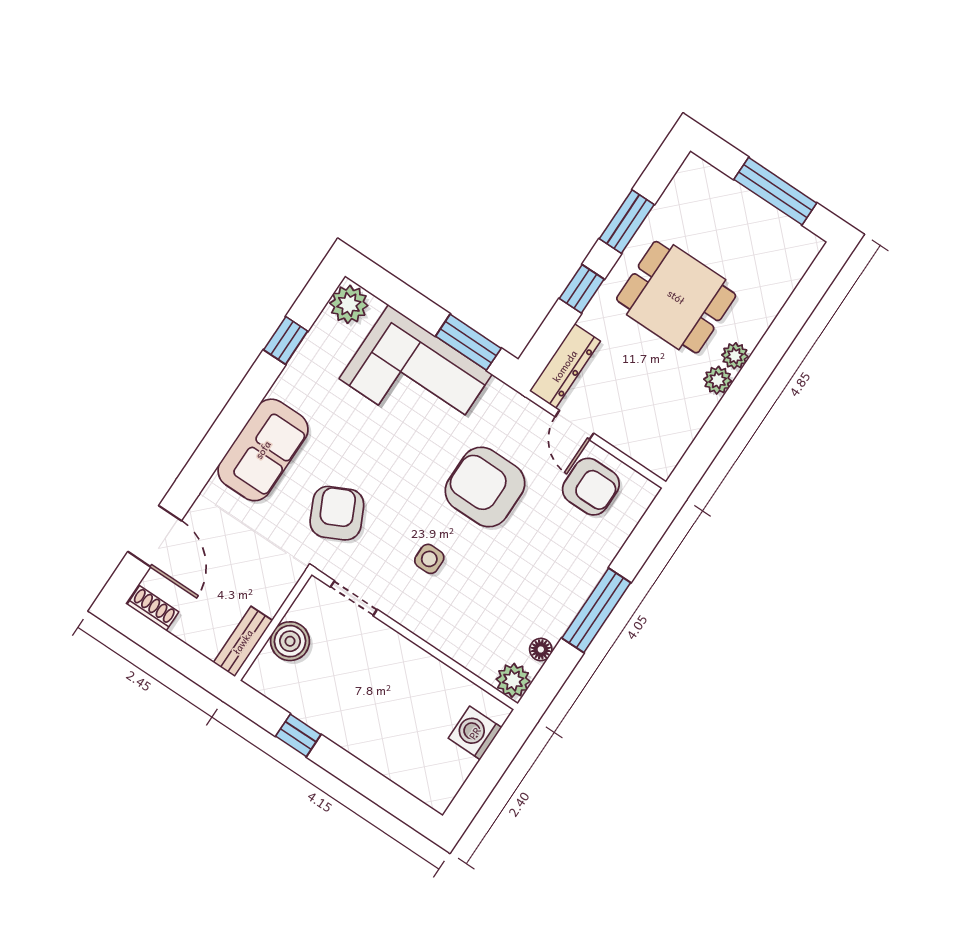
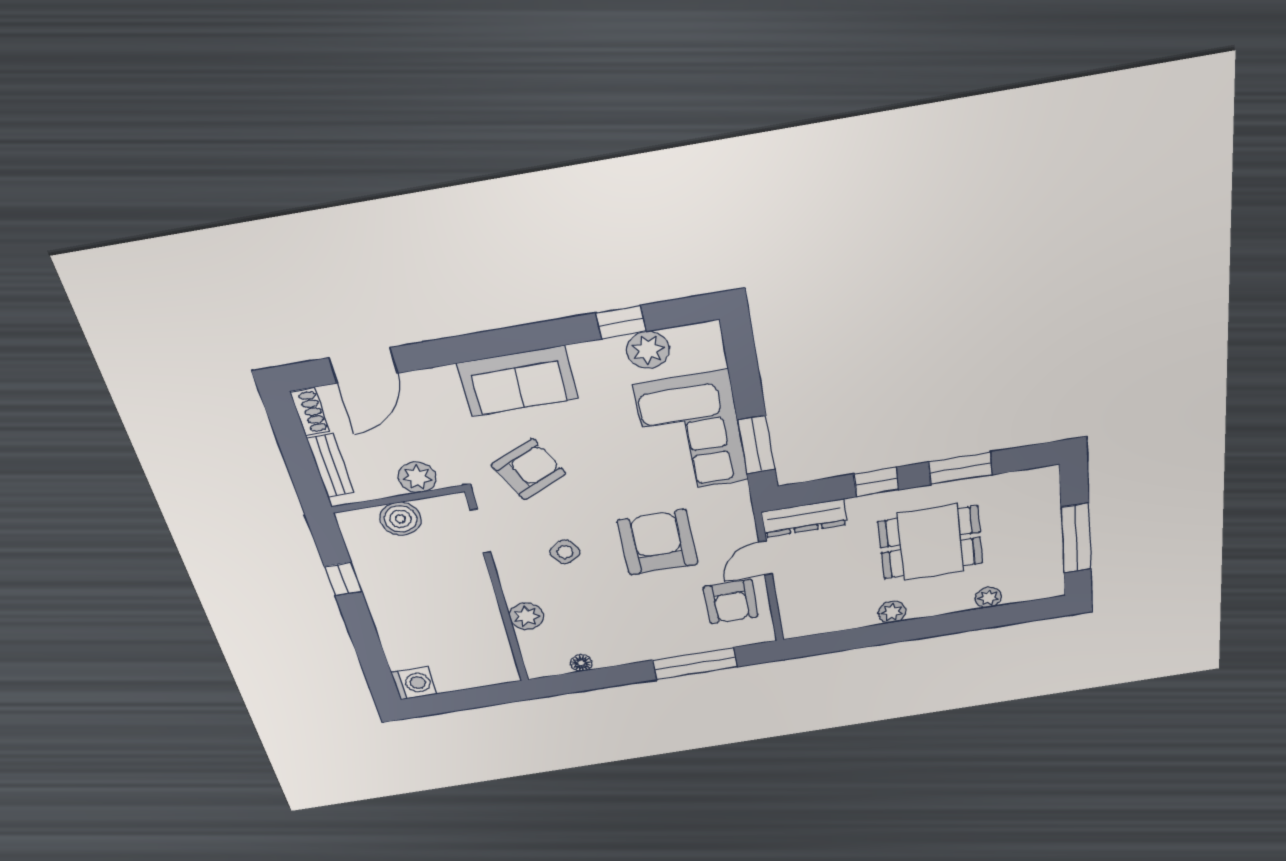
dining table: (676, 297) -> (930, 542), turned 90
plant: (349, 304) -> (648, 350), moved
plant: (735, 356) -> (988, 598), moved
side table: (429, 559) -> (565, 552), turned -35
plant: (269, 594) -> (417, 477), added
window: (596, 610) -> (695, 664), moved
bench: (243, 642) -> (330, 466), moved, turned 90
plant: (513, 680) -> (527, 616), moved
washing machine: (475, 733) -> (414, 683), moved, turned 90

